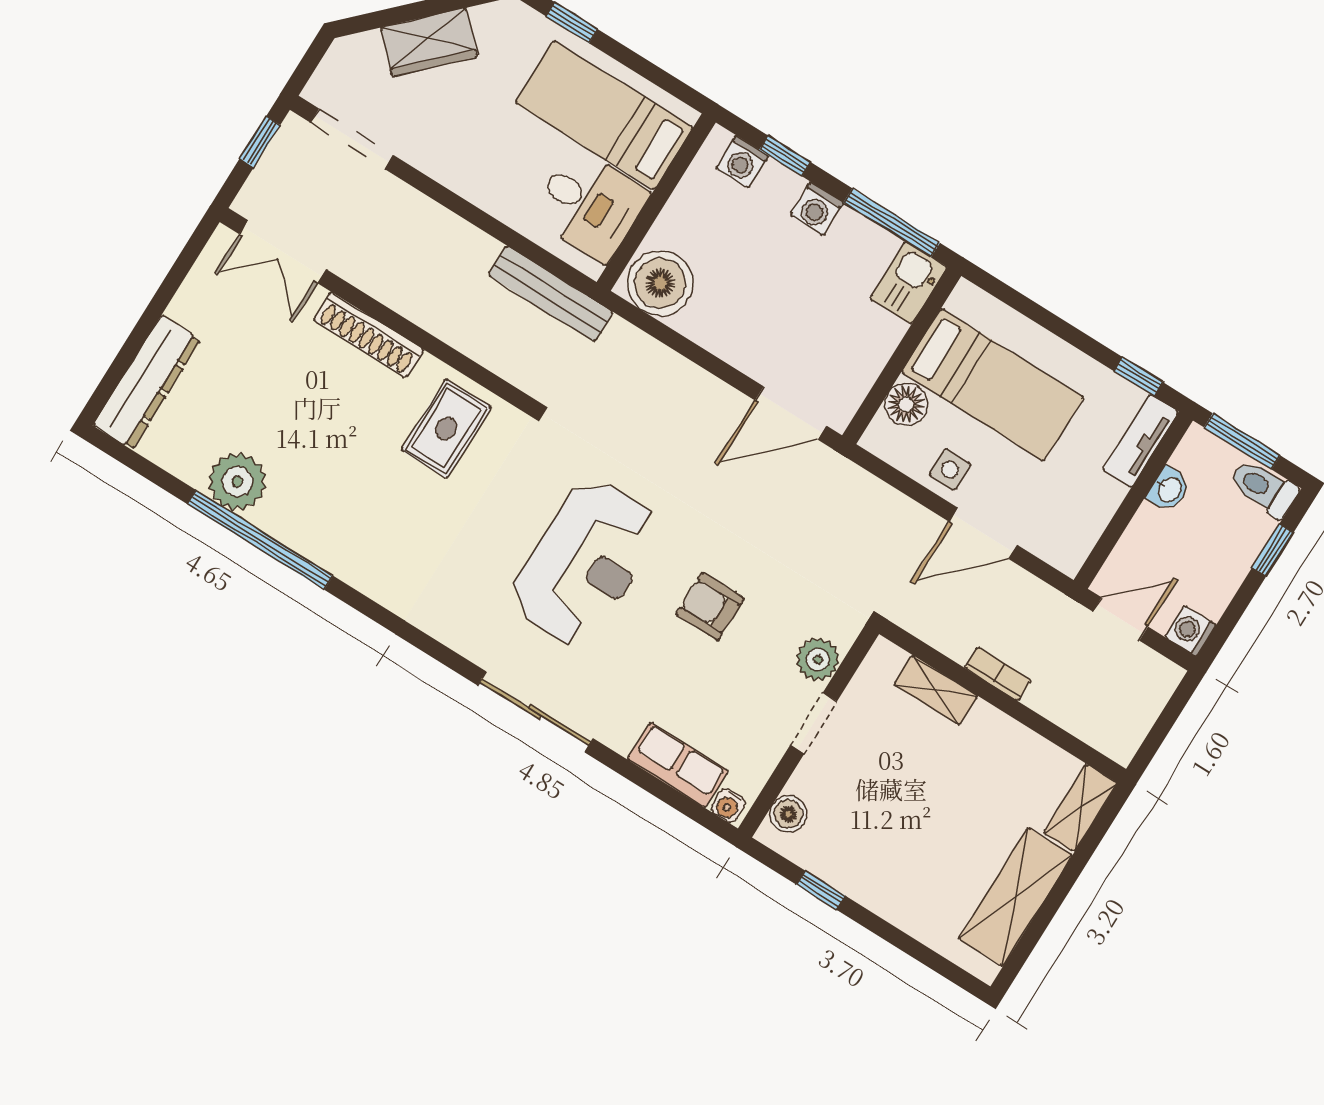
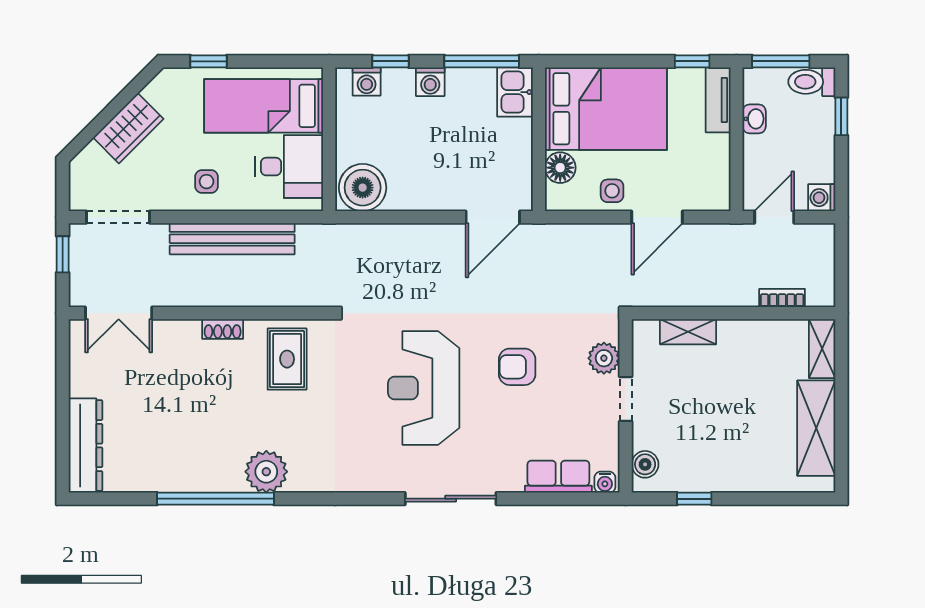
side table: (482, 162) -> (207, 182), added
bench: (551, 294) -> (232, 239), moved, width x1.37, depth x1.21
shoe rack: (368, 335) -> (223, 329), width x0.51, depth x0.81
bed: (993, 385) -> (606, 109), width x1.50
plant: (237, 482) -> (266, 472), moved
reception desk: (585, 563) -> (424, 388), turned 180
bookcase: (998, 674) -> (782, 298), moved

